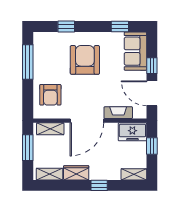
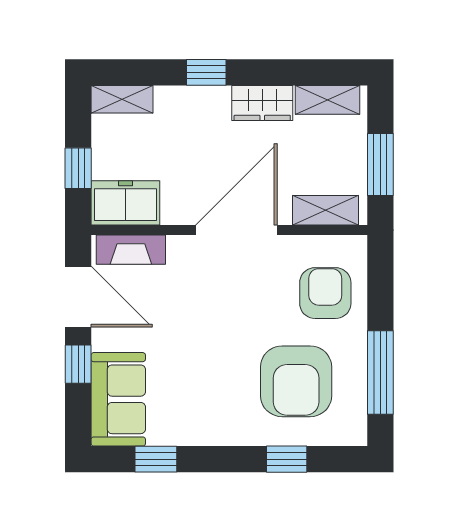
armchair: (85, 60) -> (296, 381), moved
fireplace: (118, 113) -> (131, 250), moved

